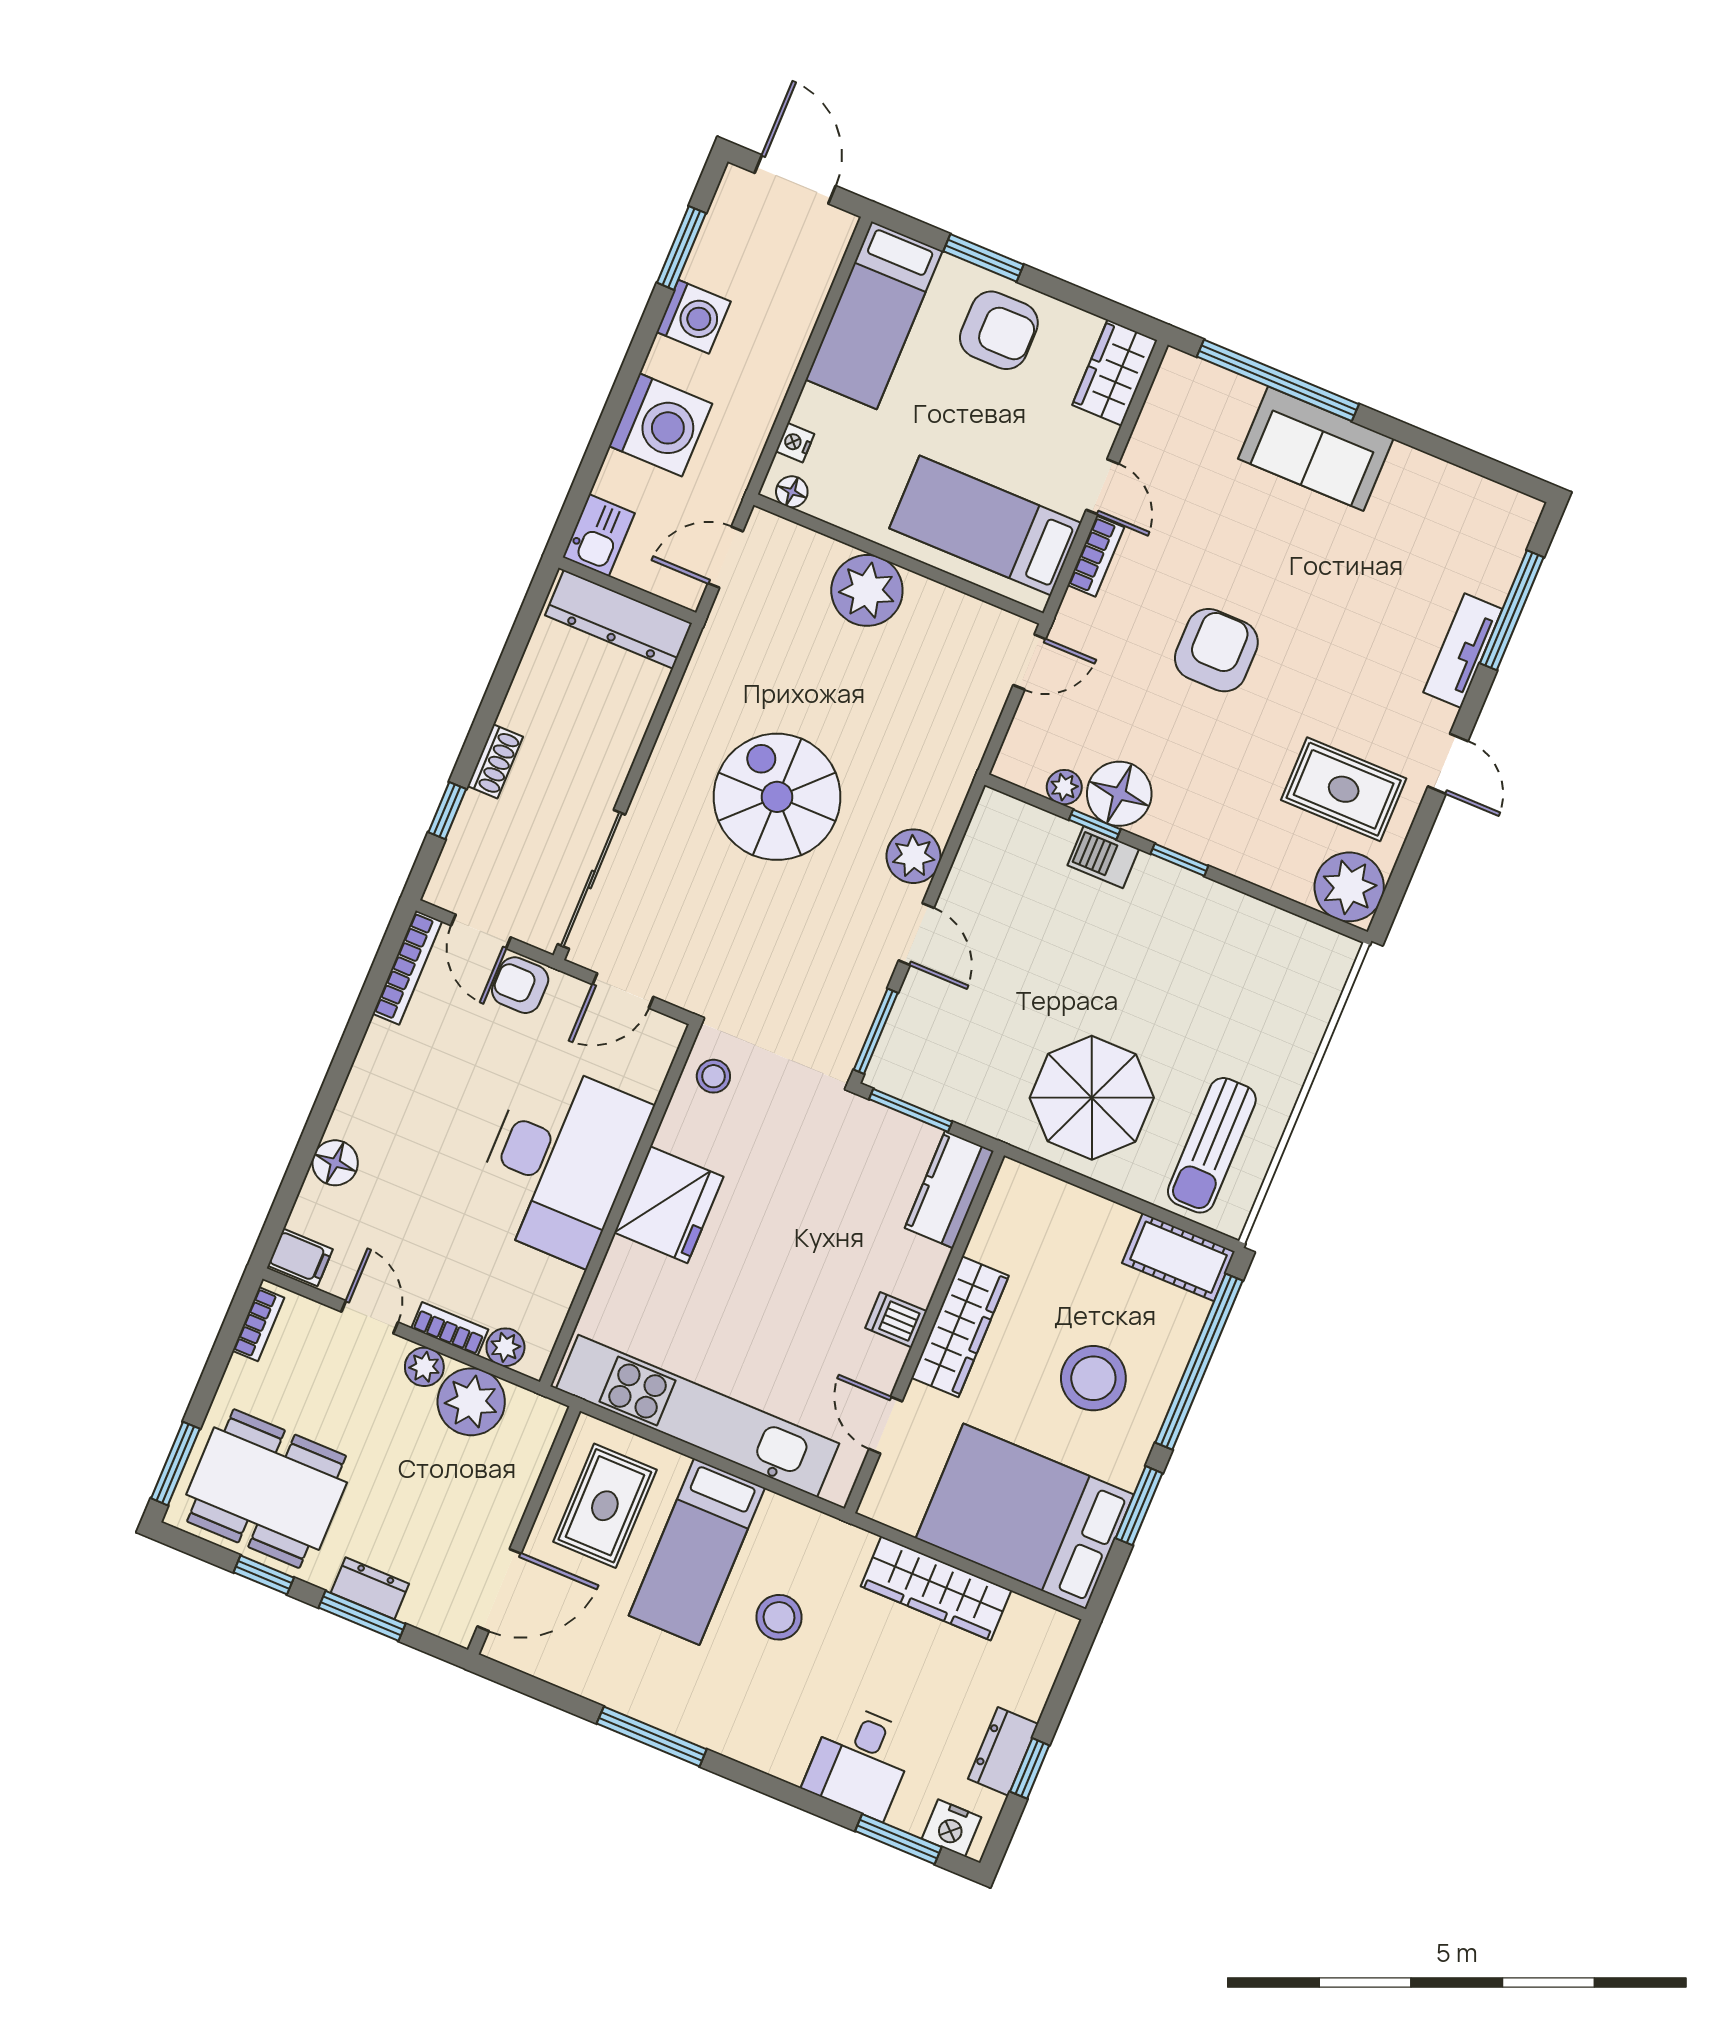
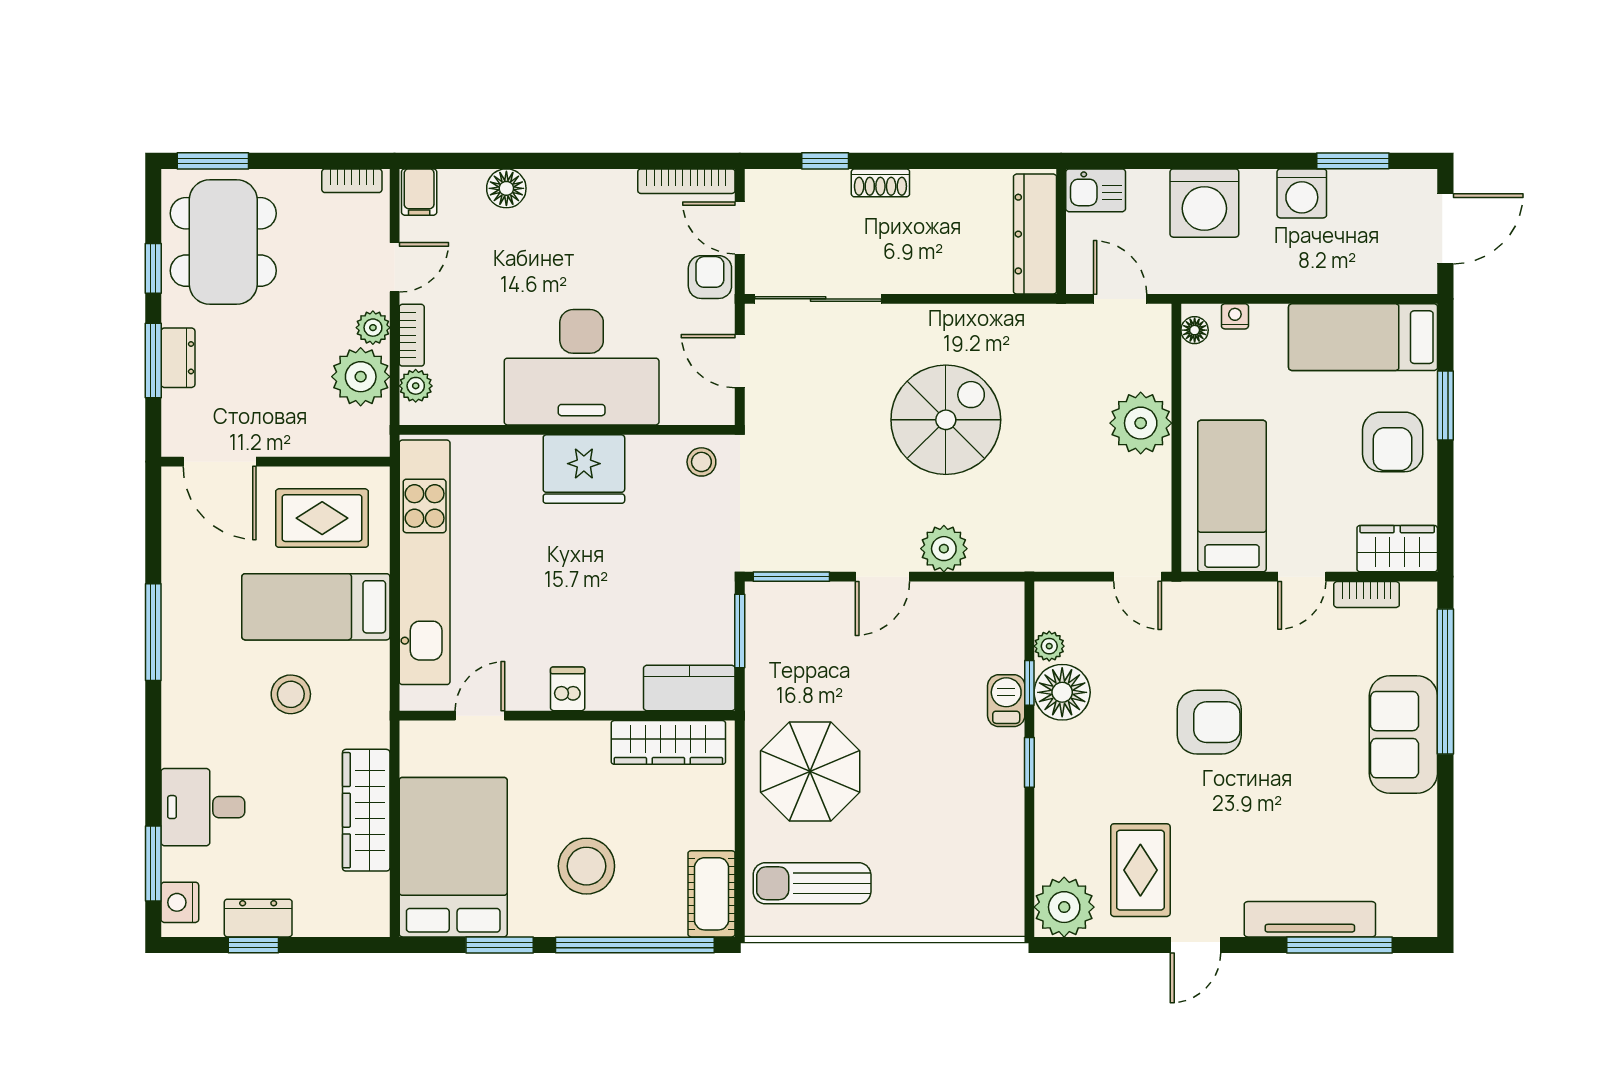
bookcase: (1096, 556) -> (1367, 595), moved
tv unit: (1463, 651) -> (1310, 919), width x1.41
door: (481, 931) -> (740, 228), hinge flipped
wardrobe: (960, 1327) -> (668, 742), moved

